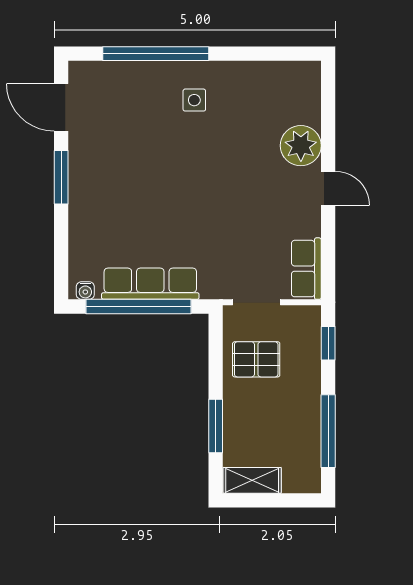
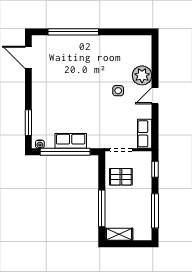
side table: (194, 100) -> (118, 91), moved
window: (61, 177) -> (28, 123), moved
door: (328, 188) -> (155, 96), swing flipped
row of seats: (150, 284) -> (71, 141), width x0.68
window: (216, 426) -> (102, 208), width x1.44

